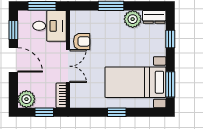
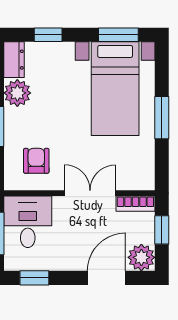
armchair: (82, 41) -> (36, 161), moved
door: (13, 60) -> (106, 278), moved
window: (117, 112) -> (162, 118), width x1.50

